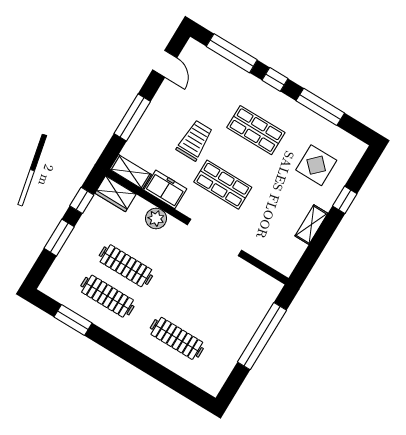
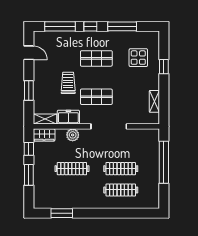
window: (132, 117) -> (29, 91), width x0.69
shelving: (311, 225) -> (154, 101), moved
clothes rail: (107, 296) -> (121, 169), moved

